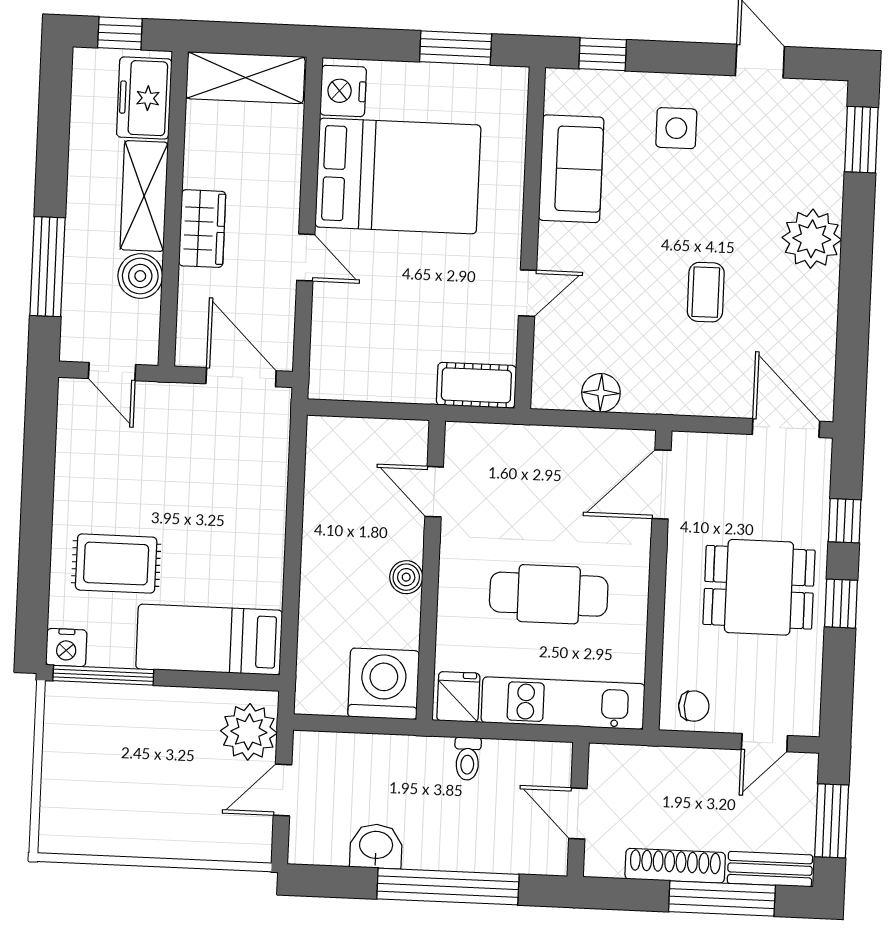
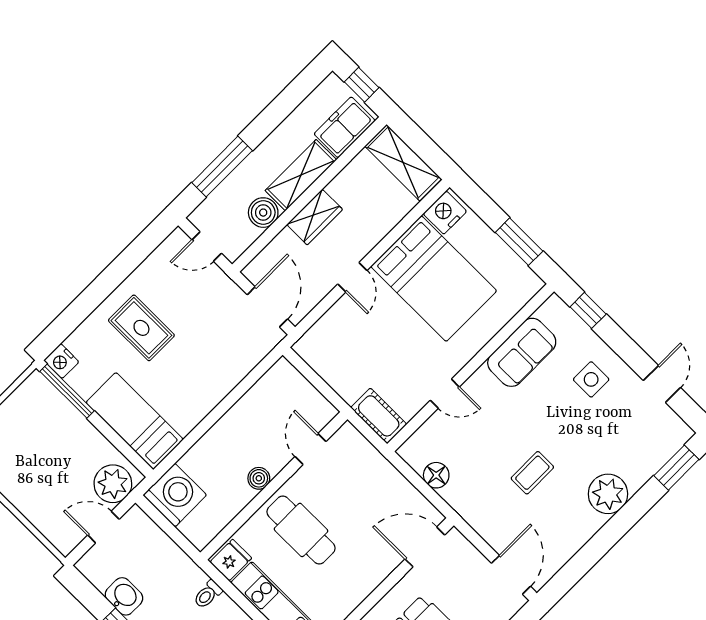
door: (112, 372) -> (207, 247), hinge flipped
rug: (116, 564) -> (141, 328), moved
cafe table: (549, 594) -> (301, 530), moved
washing machine: (384, 684) -> (175, 495), moved

